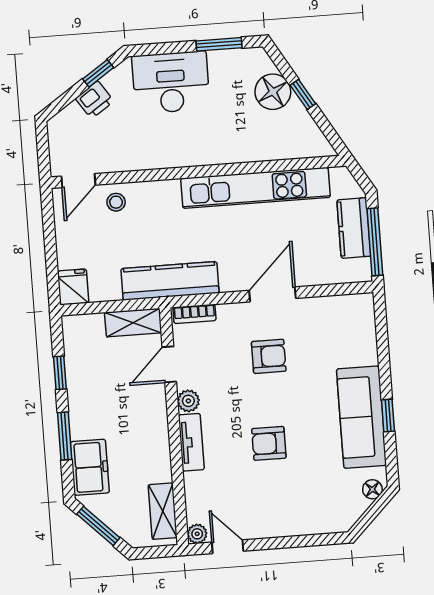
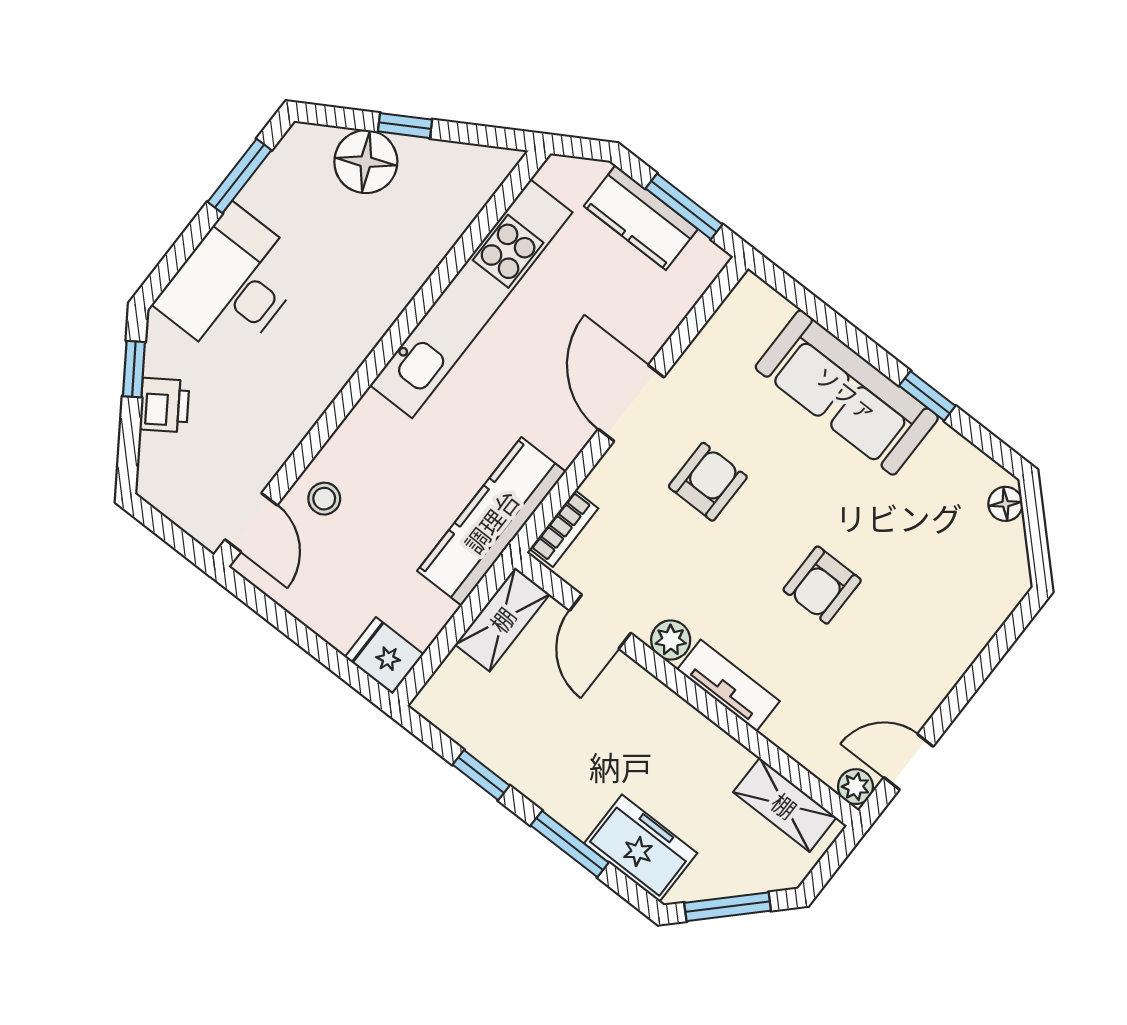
window: (375, 242) -> (684, 206), width x0.69
sofa: (362, 417) -> (847, 393), moved

